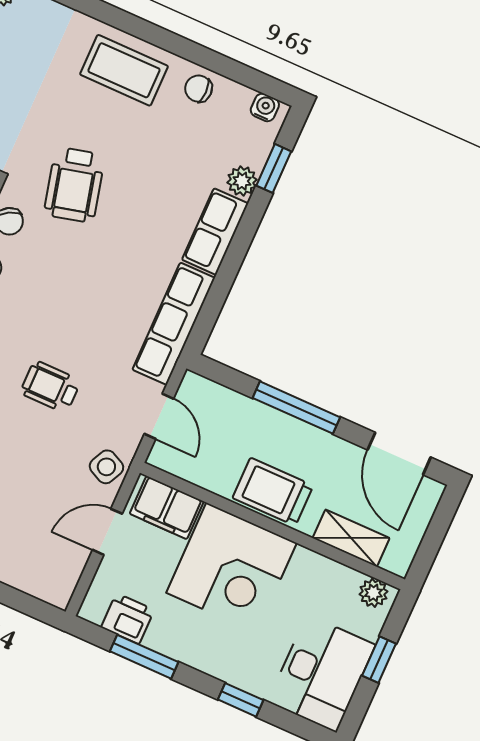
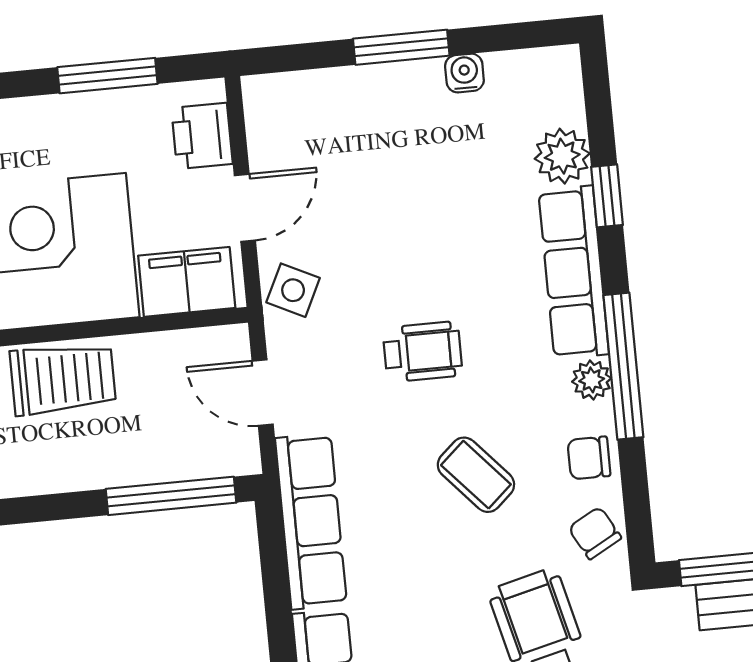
coffee table: (60, 296) -> (476, 475), added
window: (296, 408) -> (171, 496), moved
printer: (128, 619) -> (202, 136), moved, turned 90

